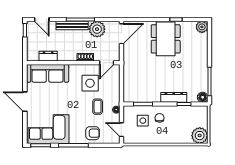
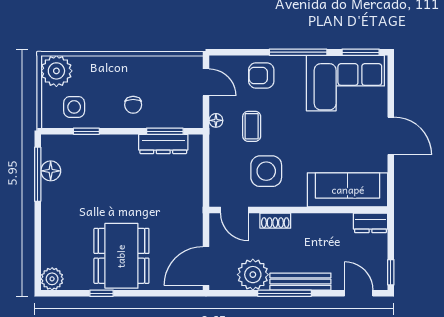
dresser: (48, 56) -> (371, 223), moved
door: (107, 63) -> (234, 210), swing flipped
dresser: (174, 97) -> (163, 144), moved
floor lamp: (203, 97) -> (51, 171), moved
side table: (143, 121) -> (74, 107), moved

